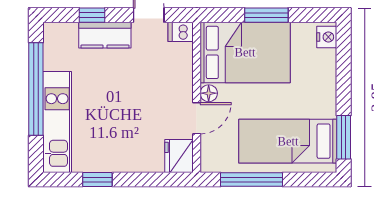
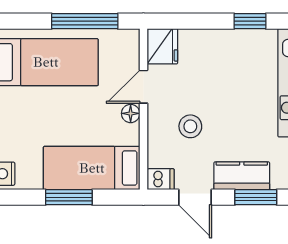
window: (92, 15) -> (256, 197), width x1.50
bed: (245, 52) -> (92, 168), width x0.67
stool: (153, 81) -> (190, 126), added

